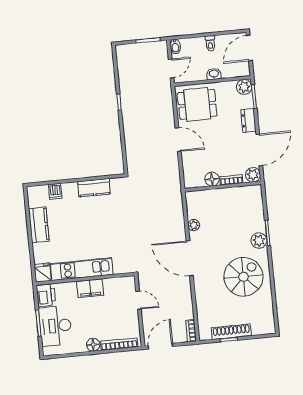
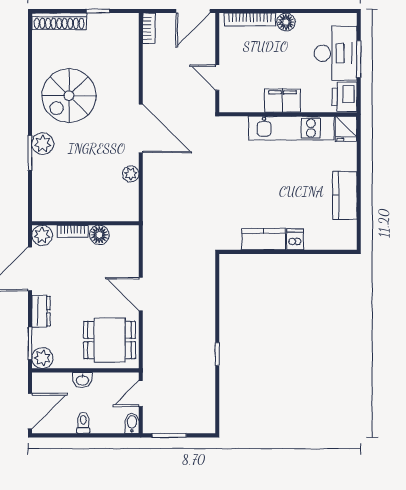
dishwasher: (55, 191) -> (295, 239), moved
shoe rack: (231, 332) -> (59, 21), moved

